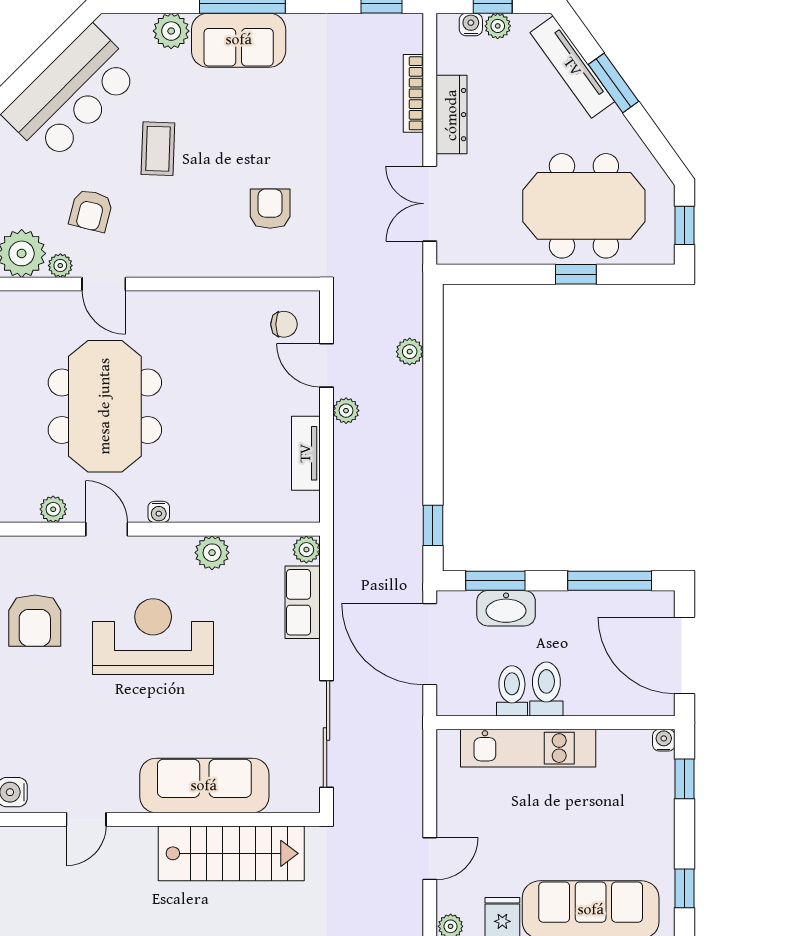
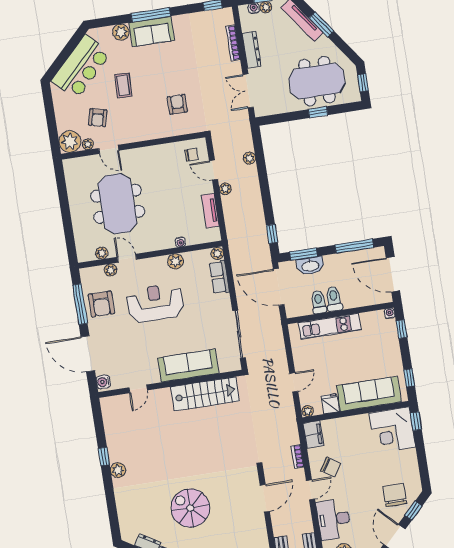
water cooler: (159, 512) -> (180, 242), moved
plant: (67, 549) -> (111, 270), added

